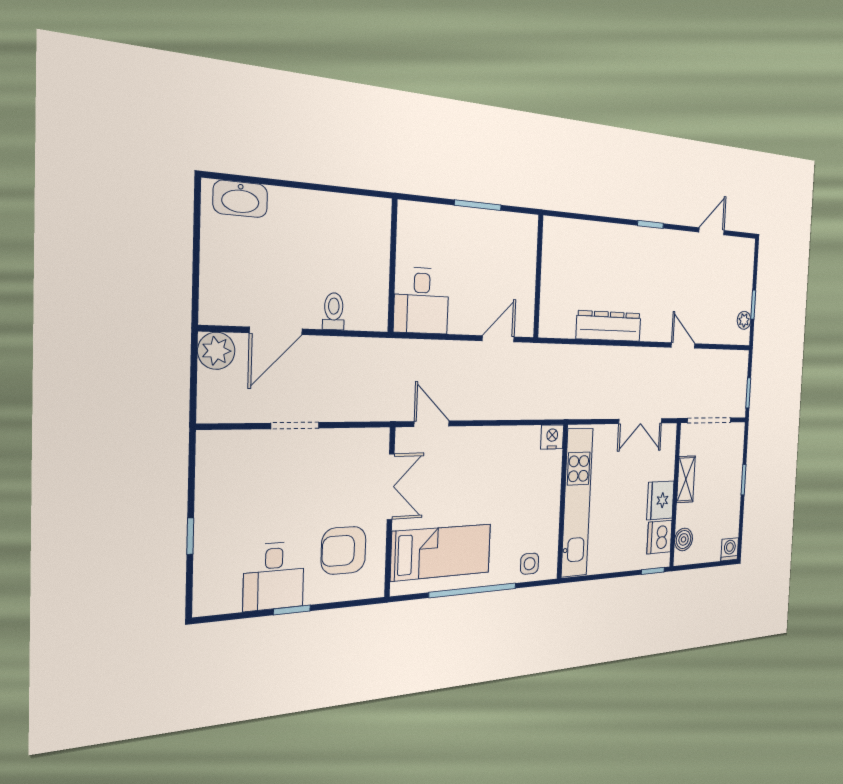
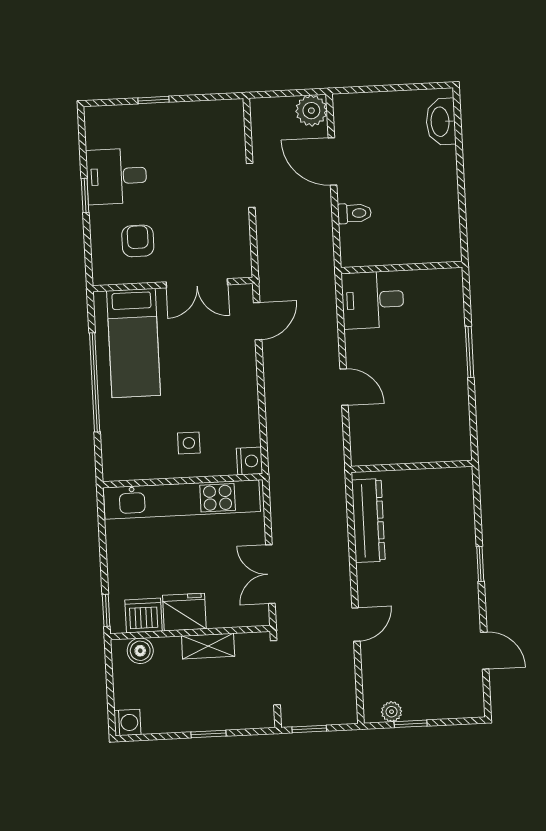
wall: (538, 276) -> (412, 466), moved
armchair: (344, 550) -> (138, 241), width x0.72, depth x0.72
side table: (530, 564) -> (189, 443), moved

